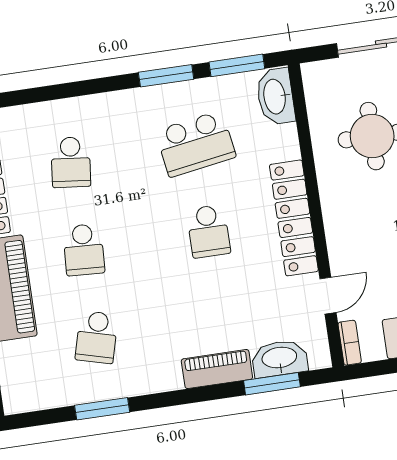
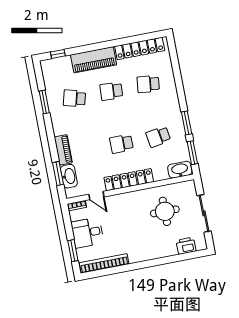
school desk: (196, 144) -> (158, 137), width x0.54

